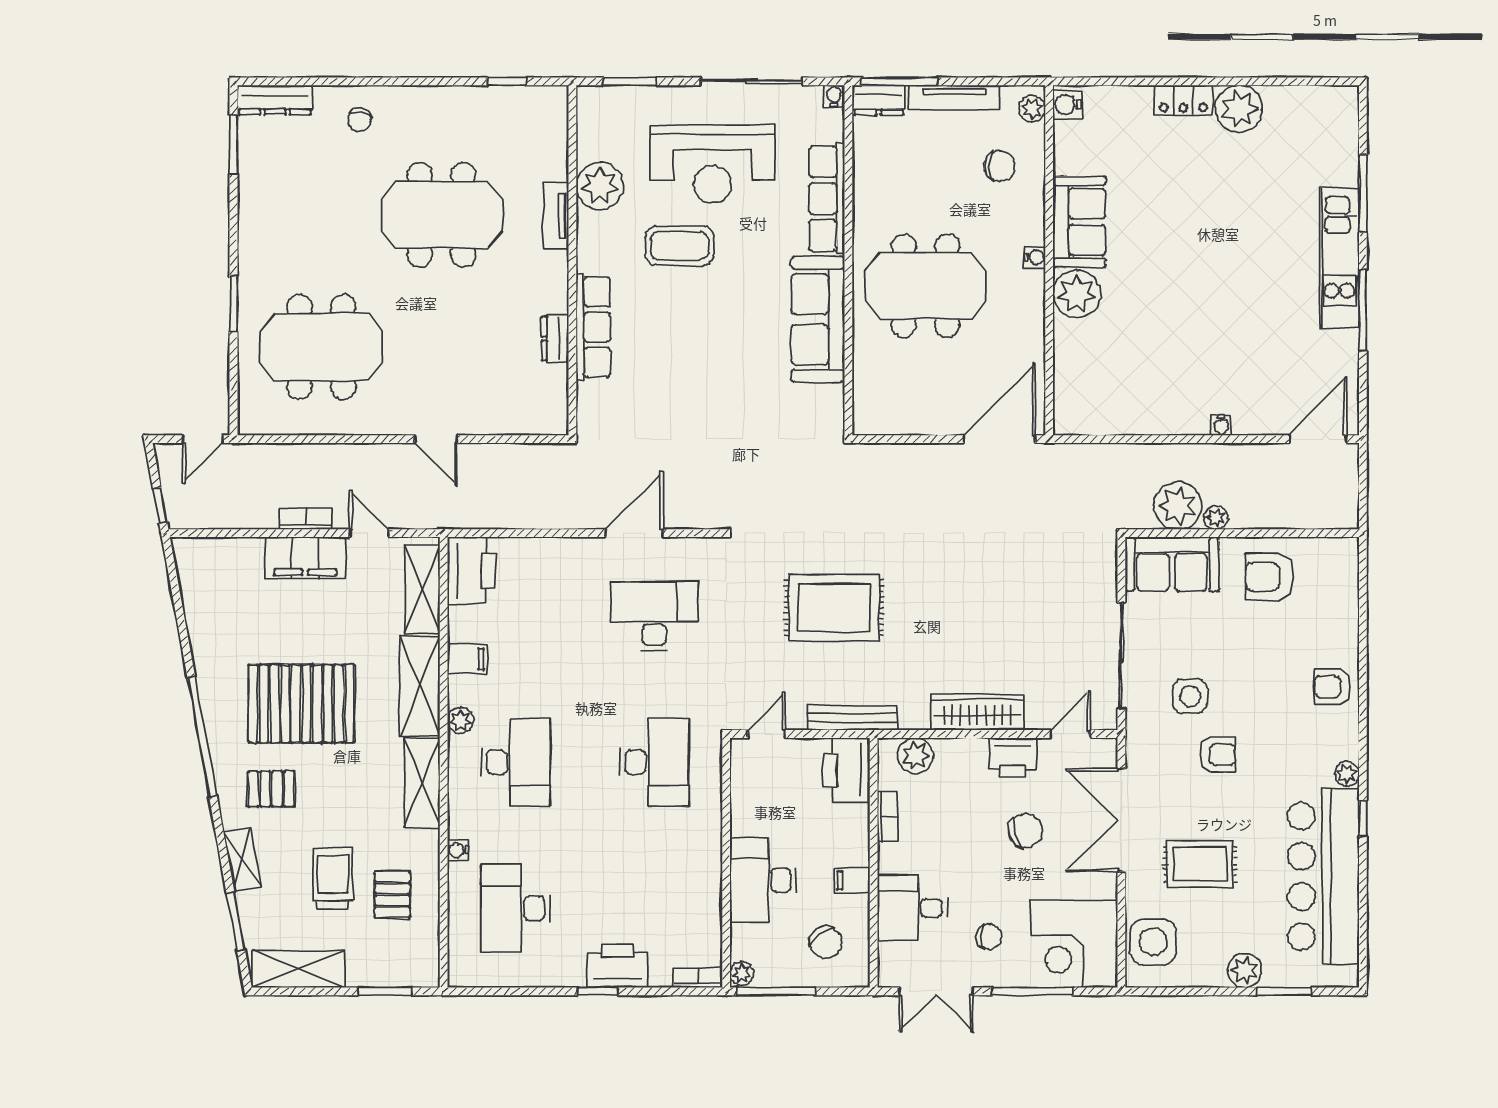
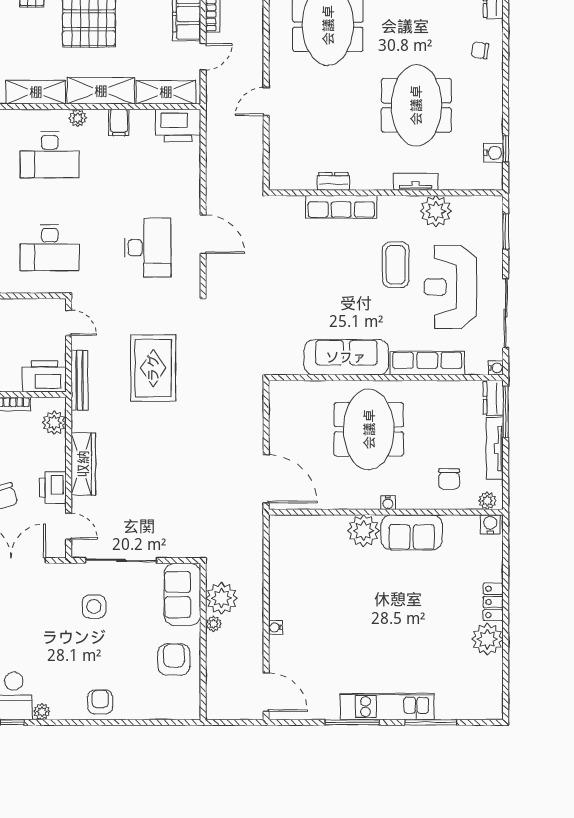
water cooler: (513, 100) -> (493, 153), added
armchair: (1218, 754) -> (55, 625), removed

